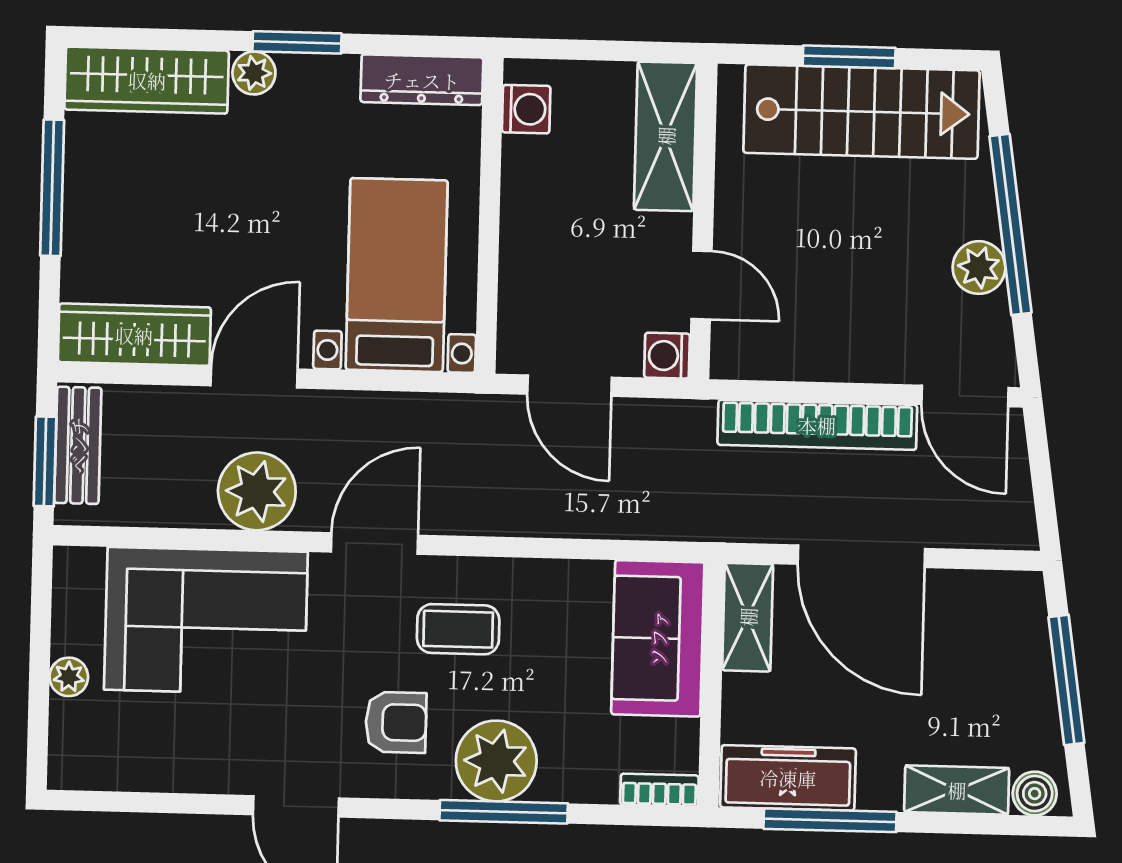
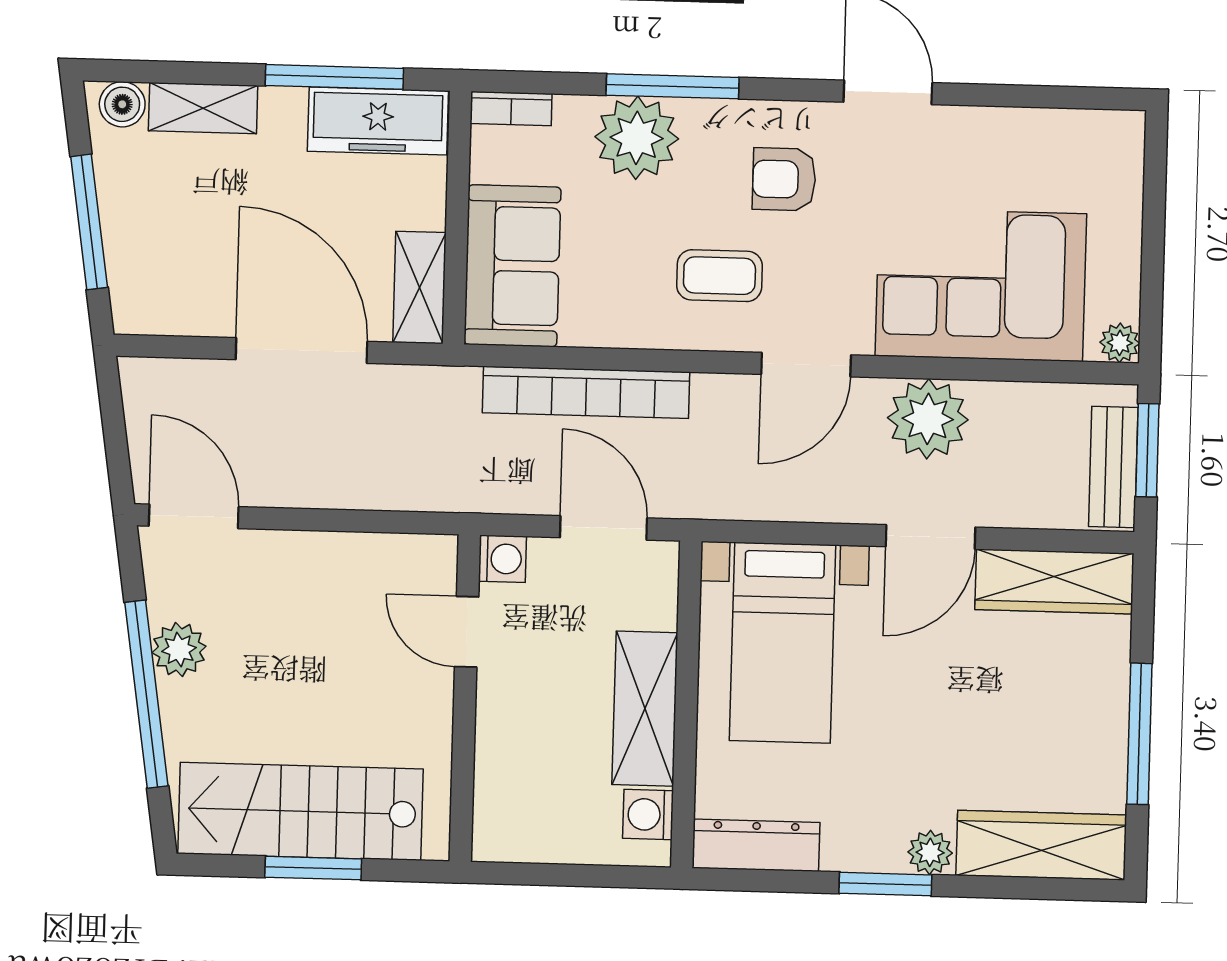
shelving: (666, 136) -> (645, 709), moved
bookcase: (817, 425) -> (586, 392), moved, turned 180
plant: (69, 677) -> (1120, 343), moved
plant: (496, 761) -> (637, 138), moved

